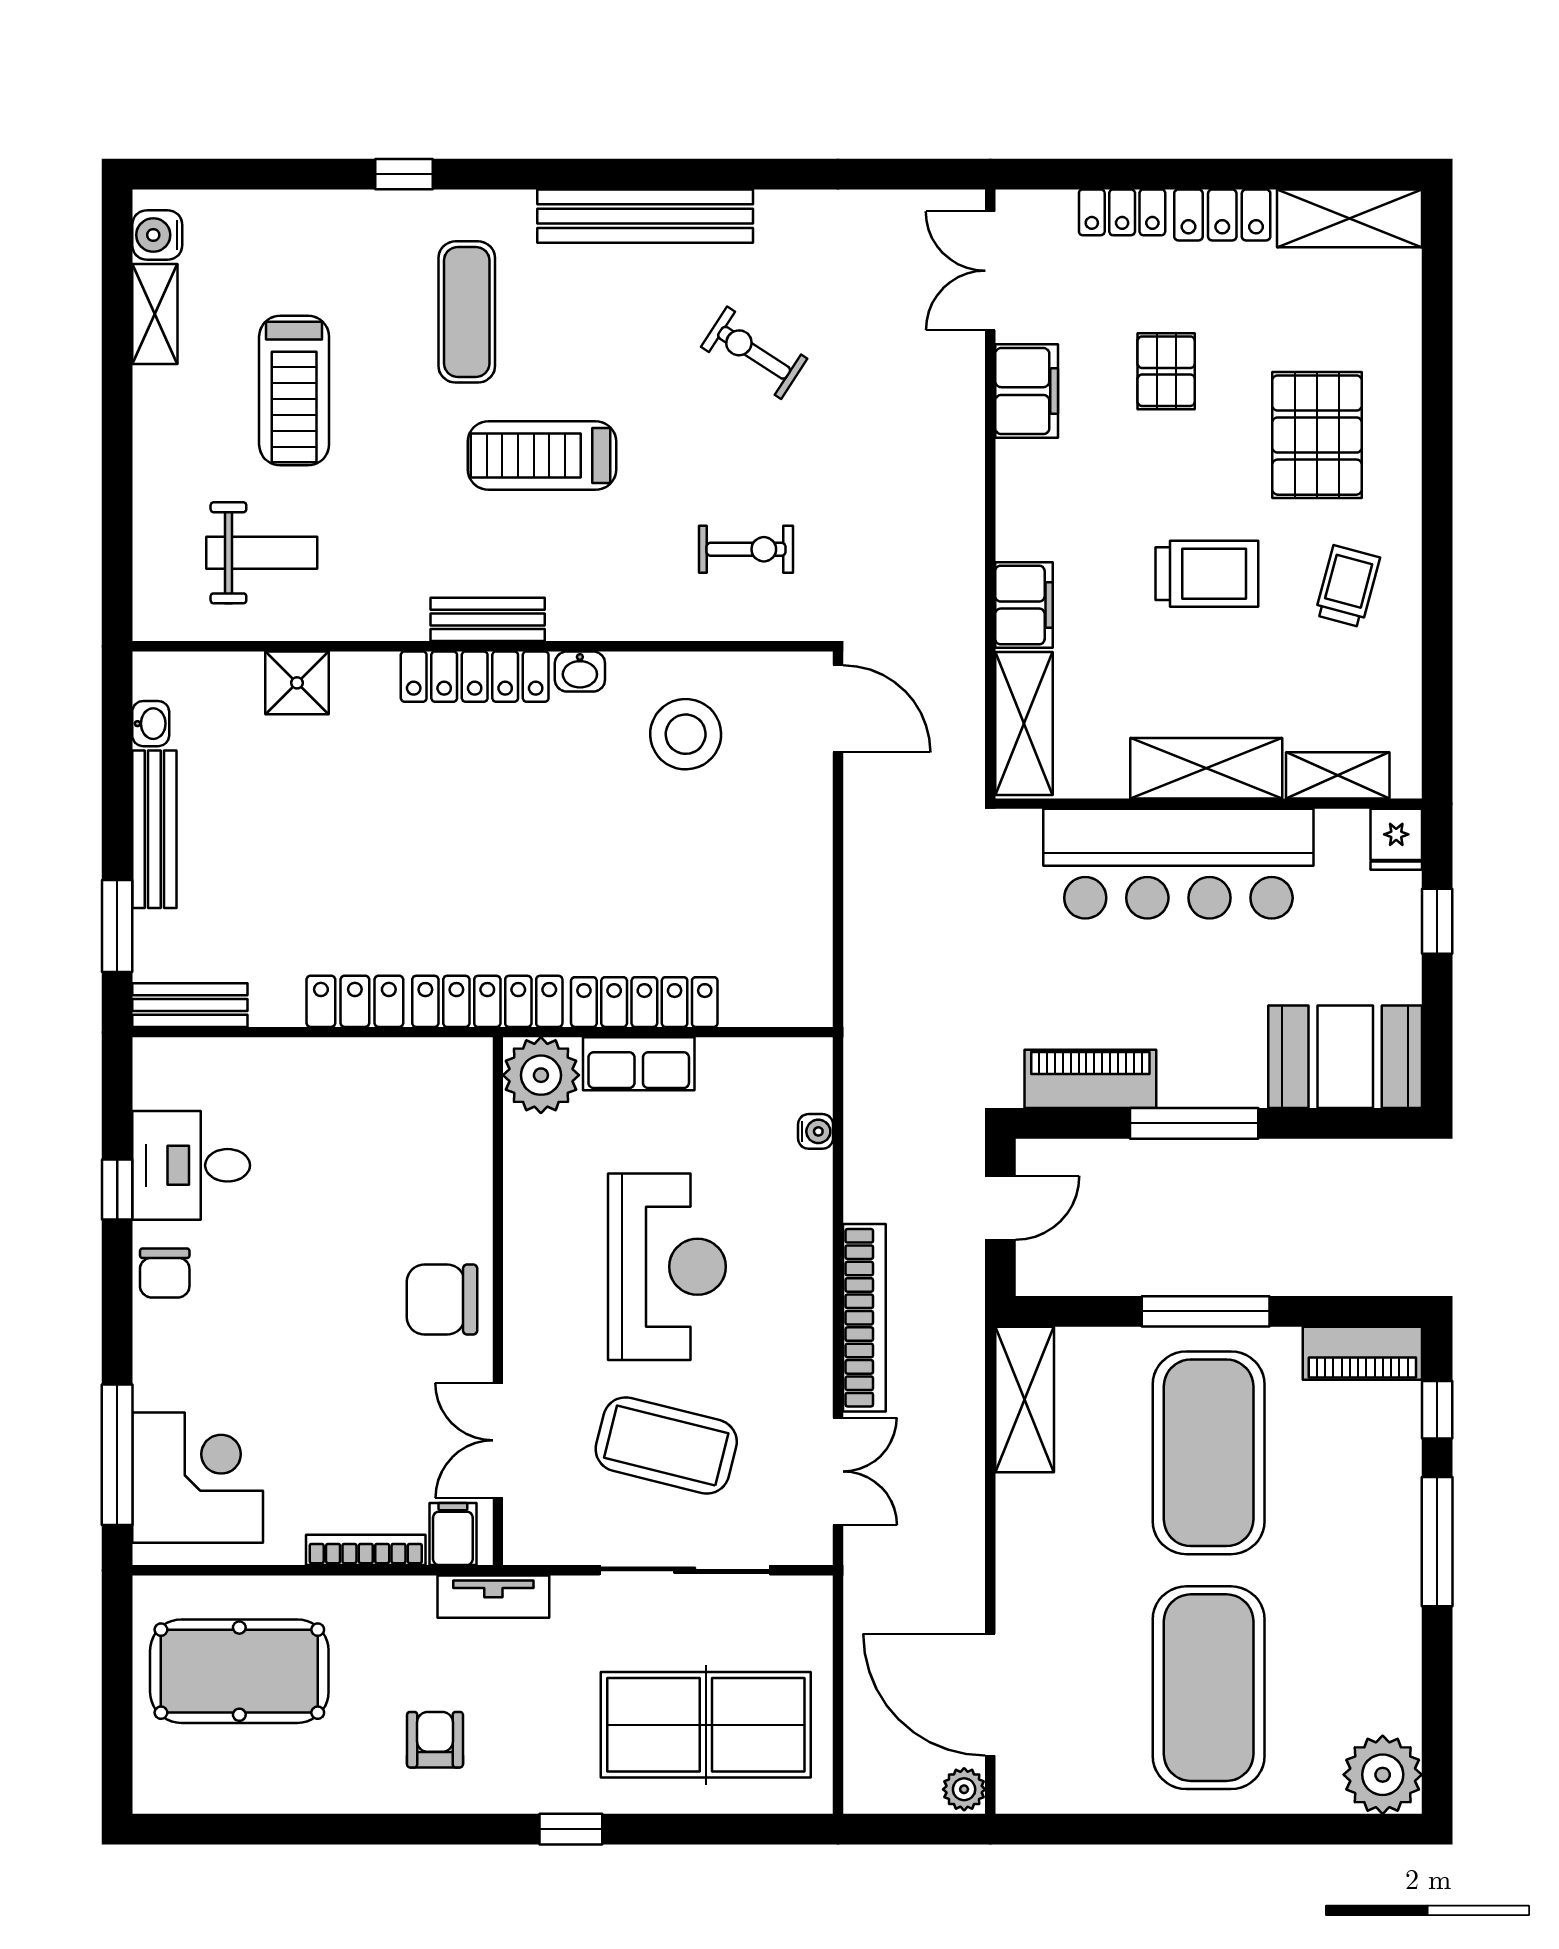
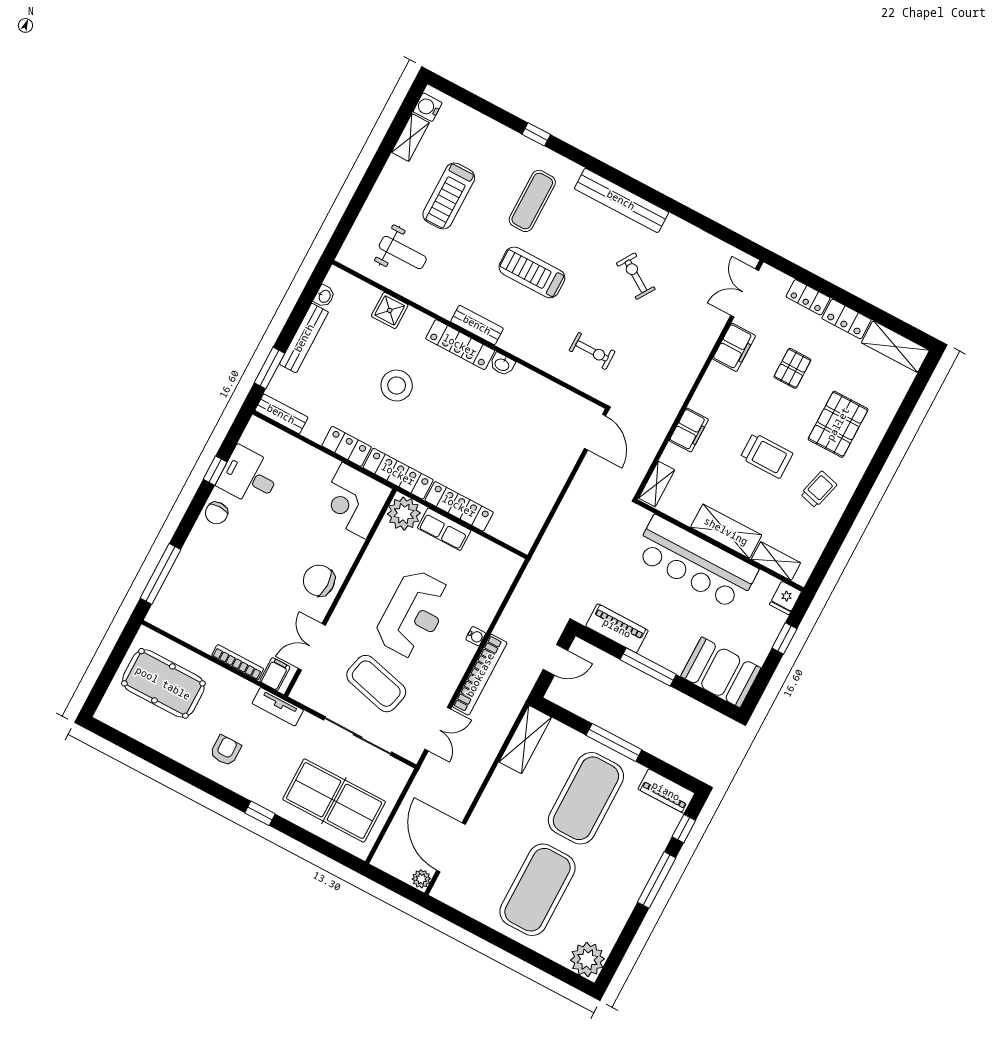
shelving: (1024, 724) -> (657, 484), width x0.67, depth x0.75
stool: (686, 734) -> (397, 385), moved
water cooler: (816, 1131) -> (476, 636), moved
corner desk: (198, 1478) -> (354, 501), moved, turned 180

